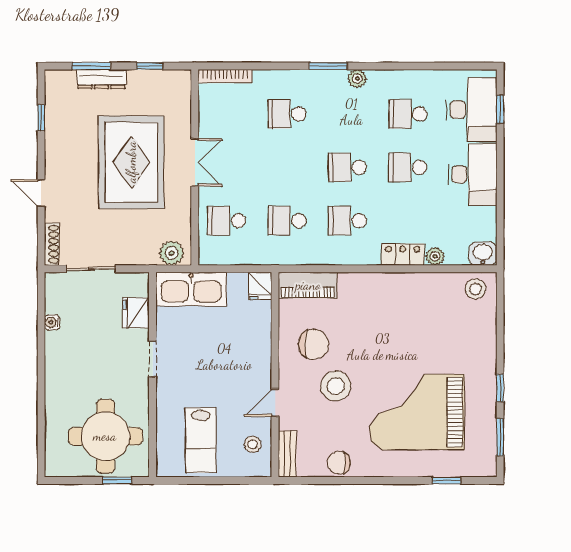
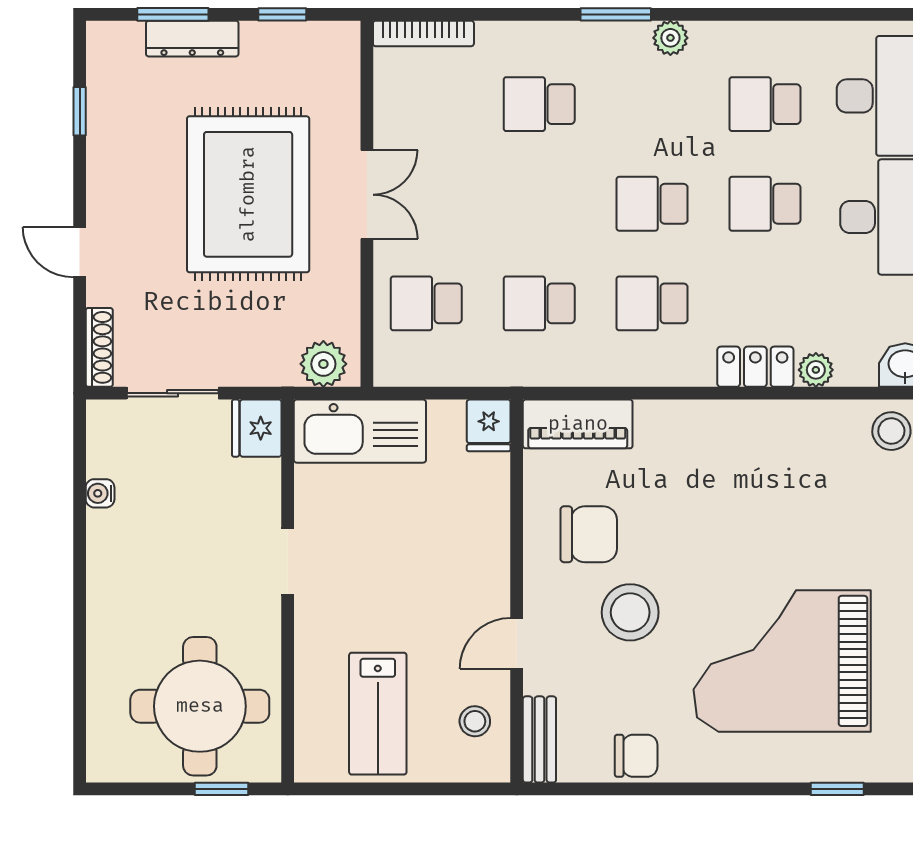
fridge: (136, 313) -> (257, 428), moved
chair: (339, 463) -> (636, 756), turned 180

